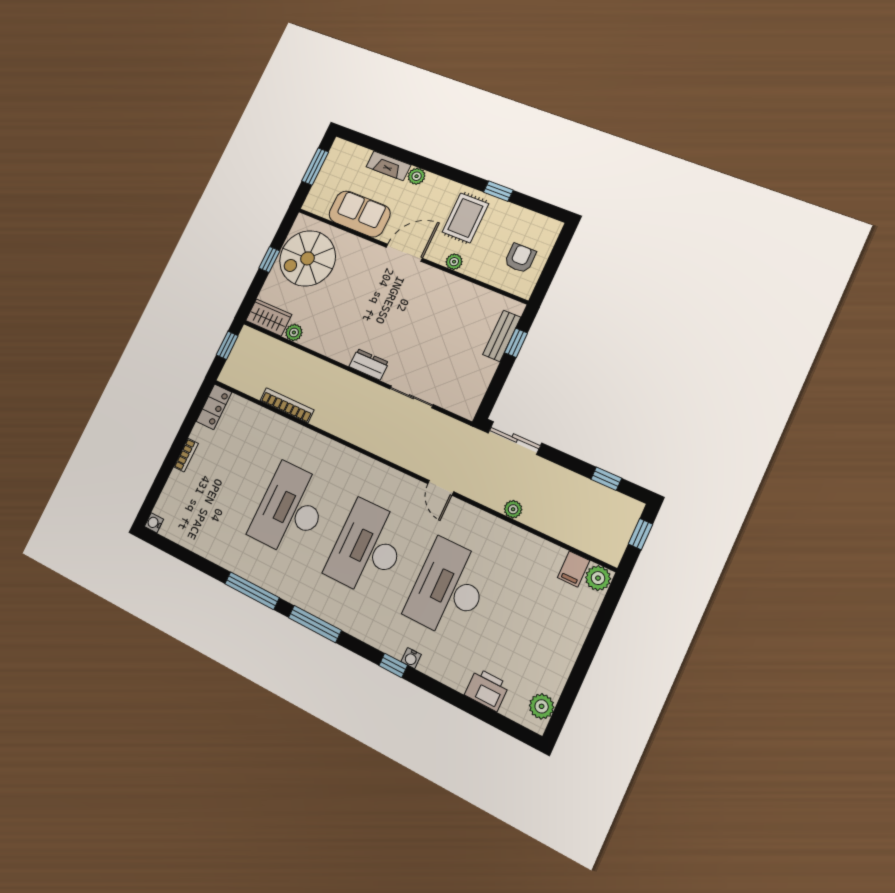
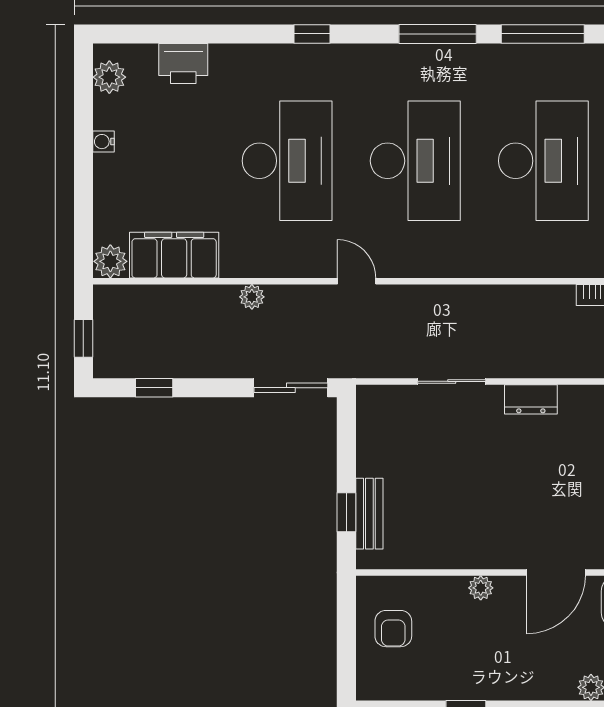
rug: (465, 218) -> (494, 655), removed
filing cabinet: (574, 569) -> (174, 255), width x3.00, depth x1.17
water cooler: (411, 658) -> (104, 142), moved, turned -90

